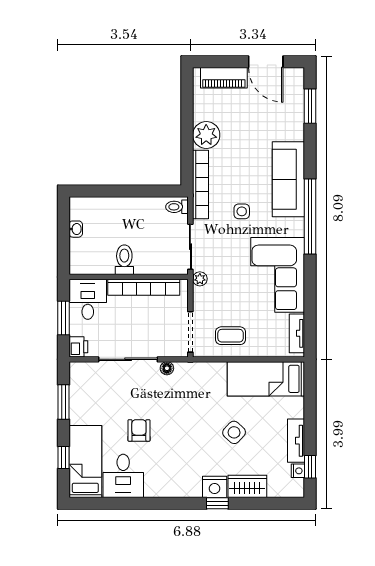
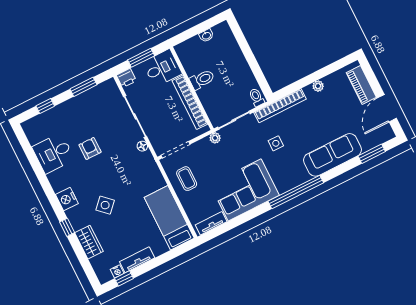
plant: (206, 135) -> (318, 86), width x0.53, depth x0.53
sofa: (288, 179) -> (333, 155), moved
armchair: (139, 430) -> (90, 148), turned -90
side table: (234, 432) -> (105, 205), moved
bed: (85, 461) -> (50, 122), removed
nightstand: (215, 487) -> (67, 199), moved

